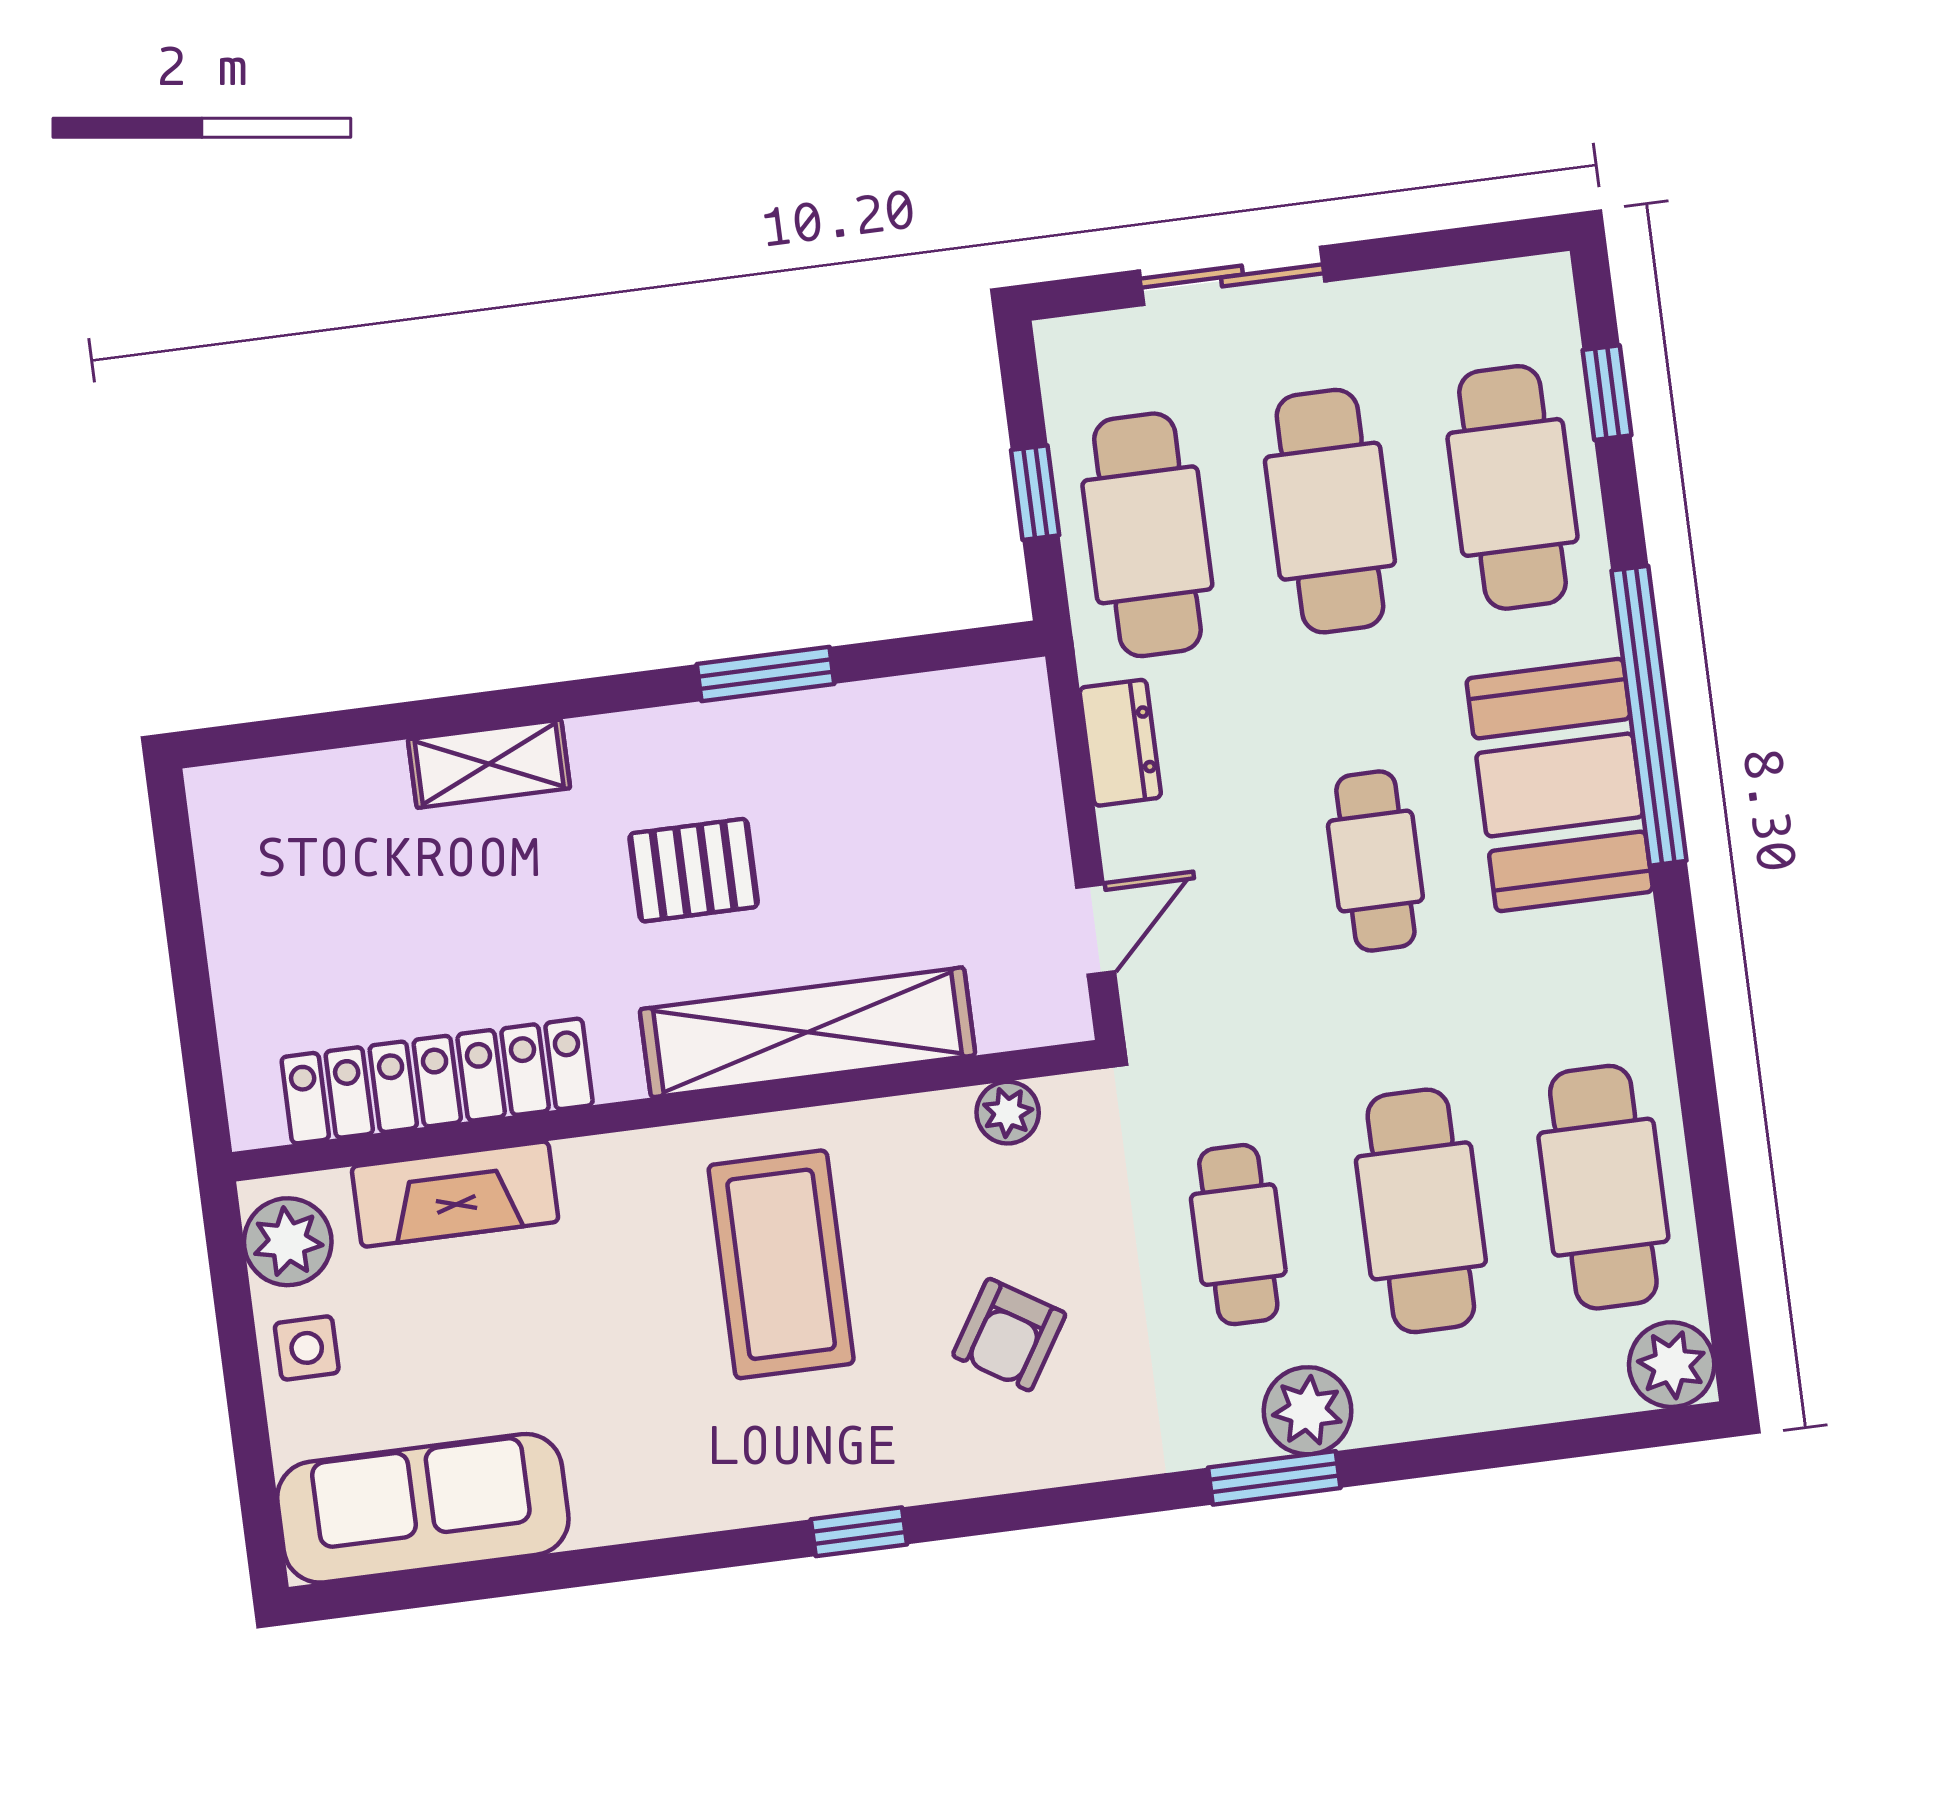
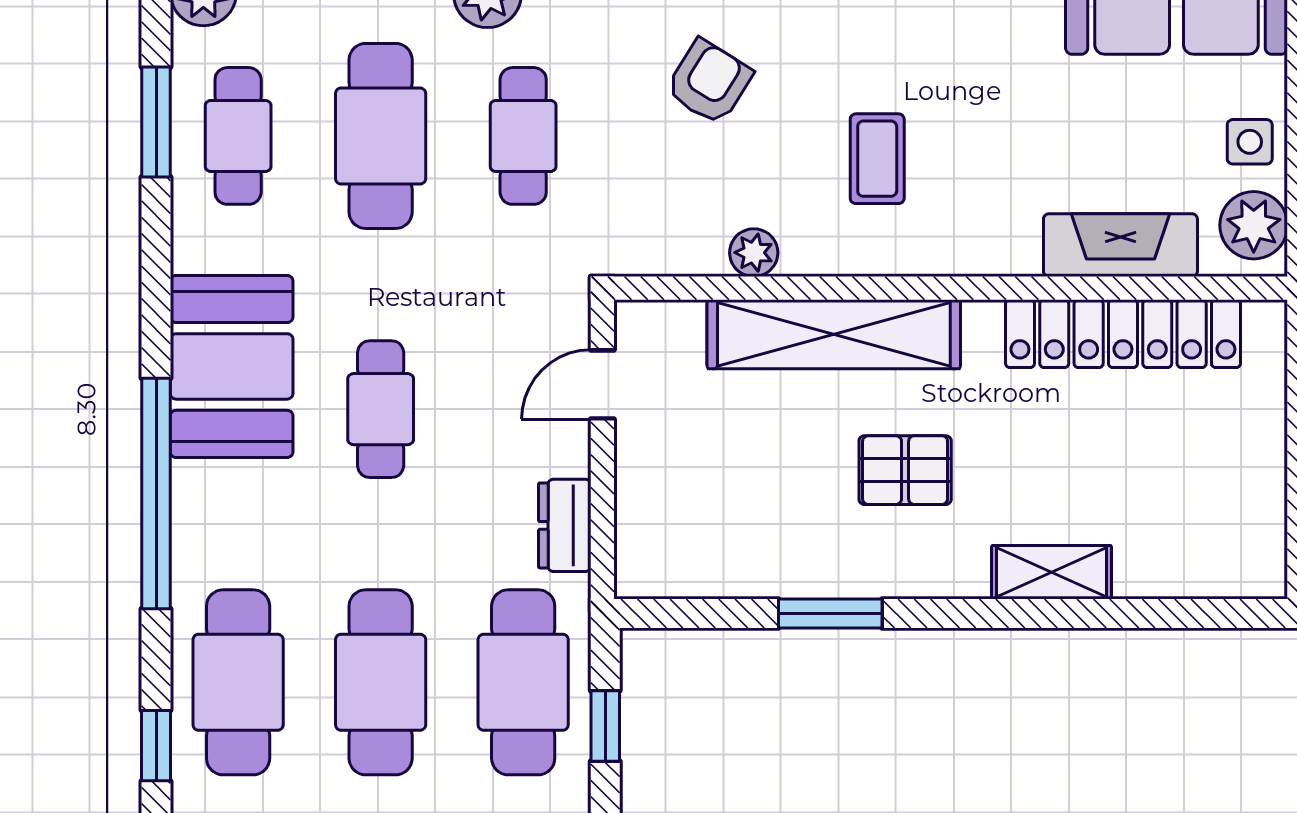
booth: (1560, 785) -> (232, 366), moved
plant: (1008, 1113) -> (754, 253), moved
cafe table: (1603, 1187) -> (238, 136), width x0.73, depth x0.74
window: (1711, 1191) -> (156, 122), added
coffee table: (781, 1264) -> (877, 159), width x0.54, depth x0.58

